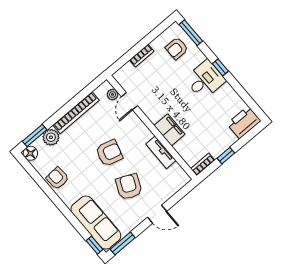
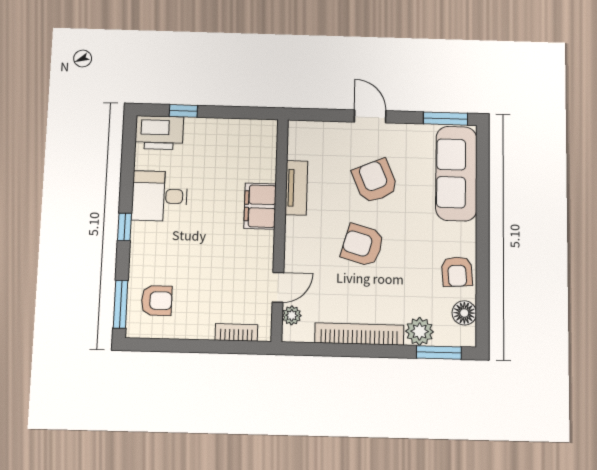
bookcase: (142, 56) -> (236, 332), moved
desk: (205, 80) -> (160, 196), moved
floor lamp: (30, 153) -> (464, 313), moved
window: (226, 156) -> (183, 111), moved
bookcase: (203, 164) -> (258, 127), removed
armchair: (129, 187) -> (375, 181), turned 133
window: (95, 245) -> (483, 147), removed

